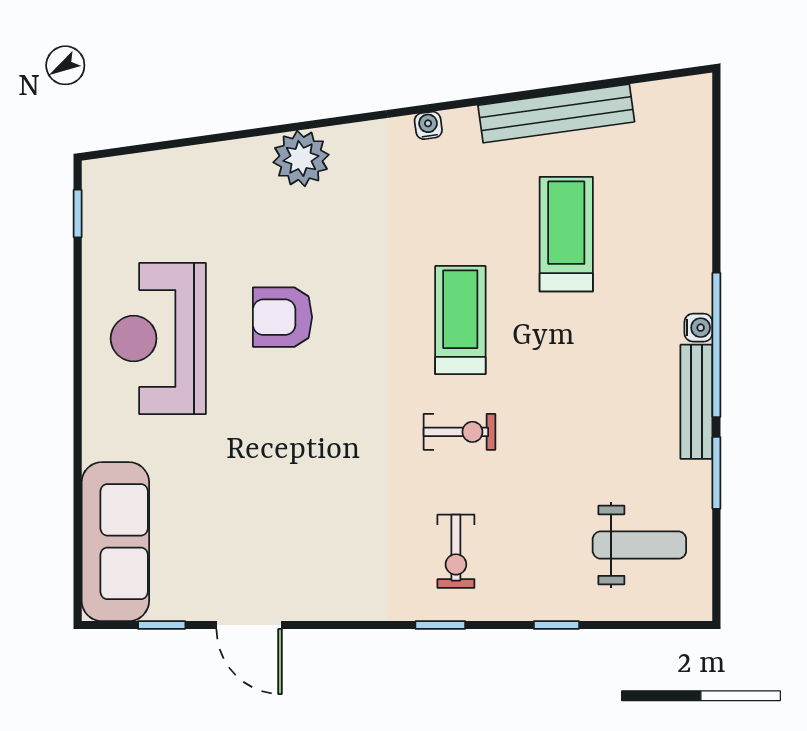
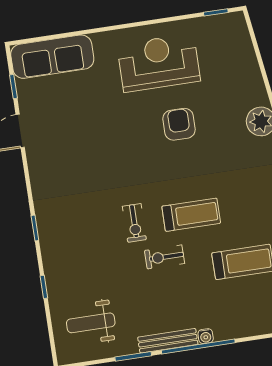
weight bench: (639, 545) -> (91, 323), turned 90
exercise bike: (456, 551) -> (165, 257), moved

